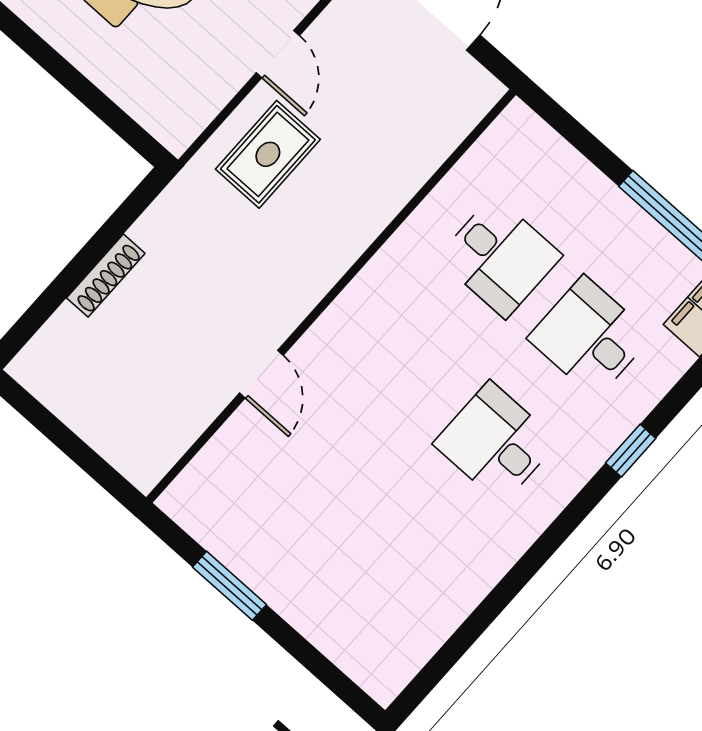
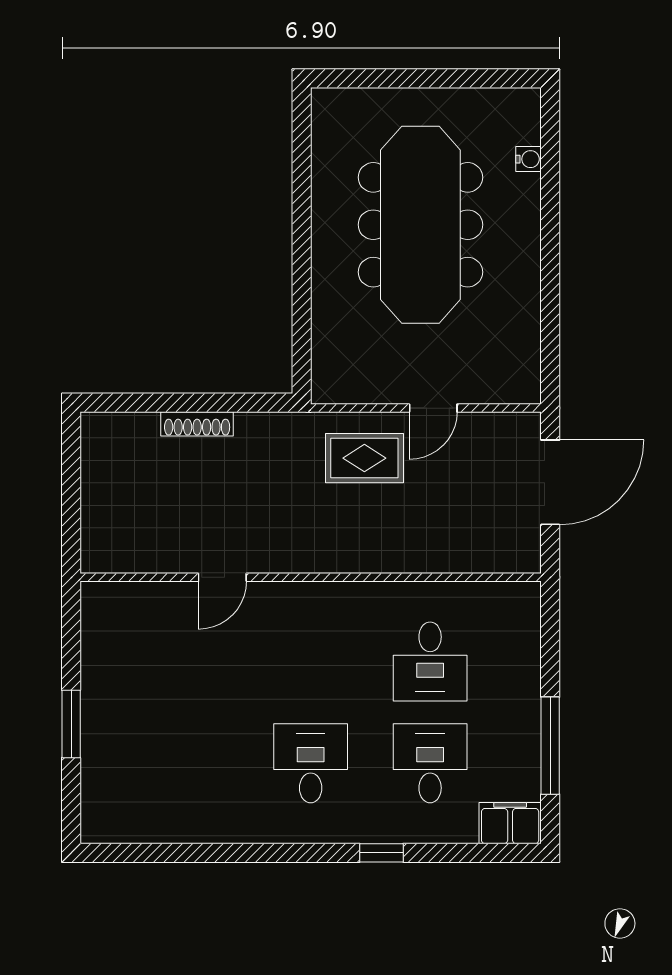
window: (229, 586) -> (71, 724), moved

